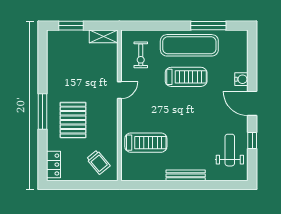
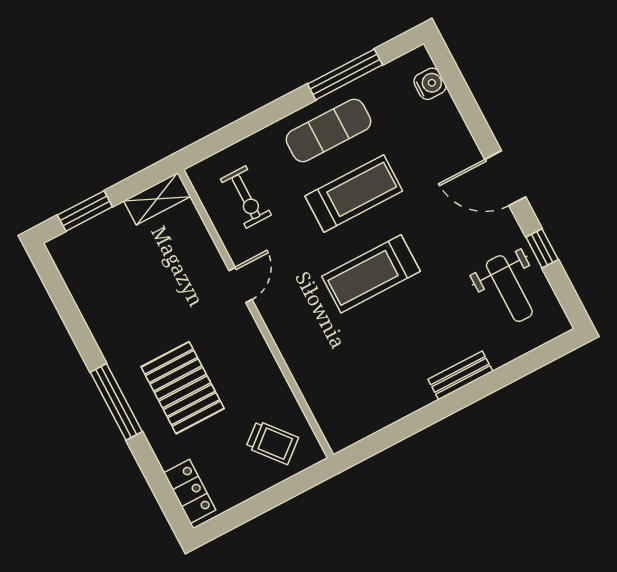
exercise mat: (189, 45) -> (329, 130), width x0.73, depth x0.69
water cooler: (241, 79) -> (430, 84), moved
treadmill: (146, 143) -> (371, 274), moved, turned 180
weight bench: (230, 150) -> (509, 289), turned 180
bench: (186, 175) -> (460, 375), width x0.73

